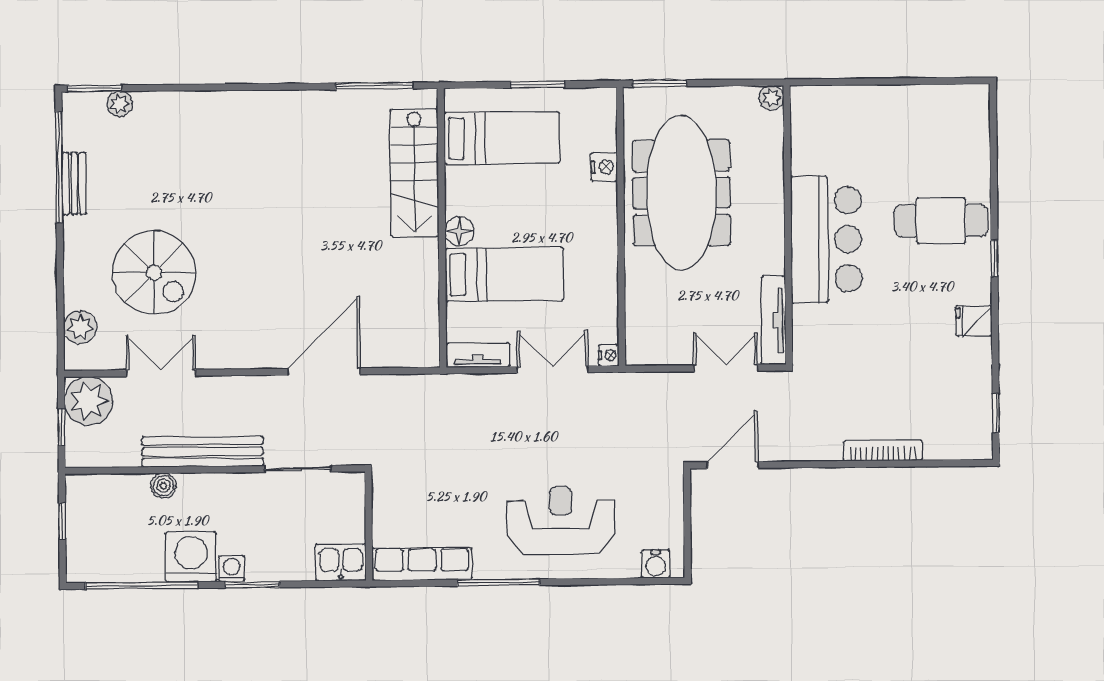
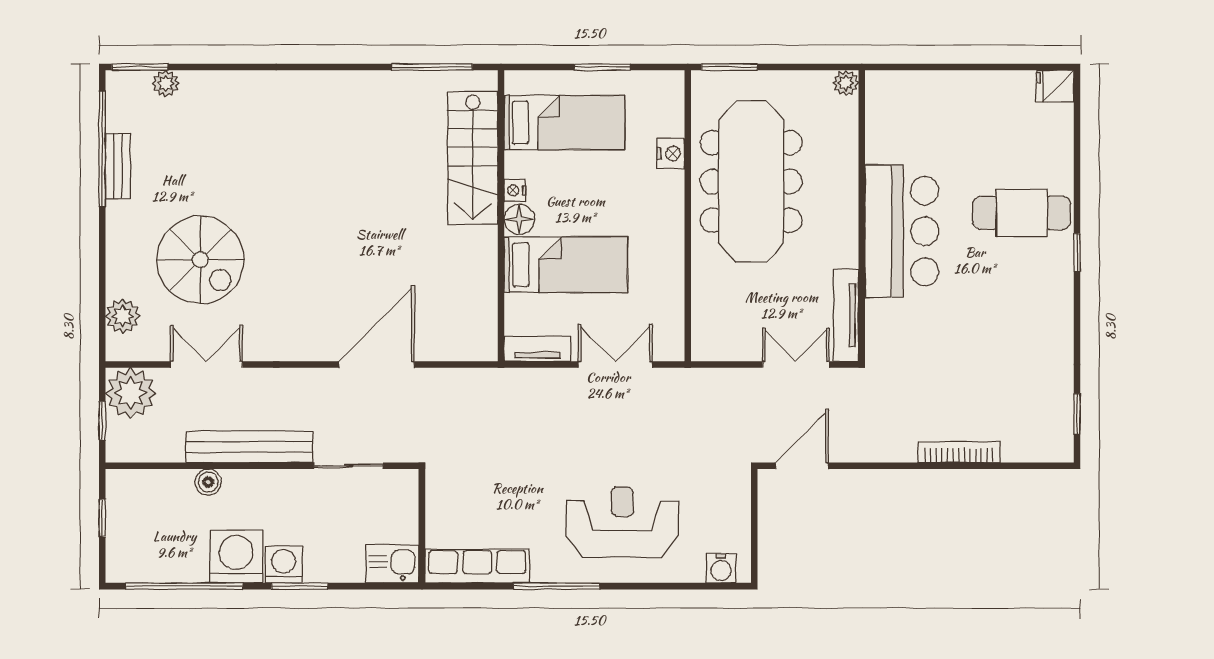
fridge: (974, 321) -> (1055, 86), moved
nightstand: (609, 355) -> (515, 190), moved, turned 180
washing machine: (232, 569) -> (284, 564), width x1.38, depth x1.38

